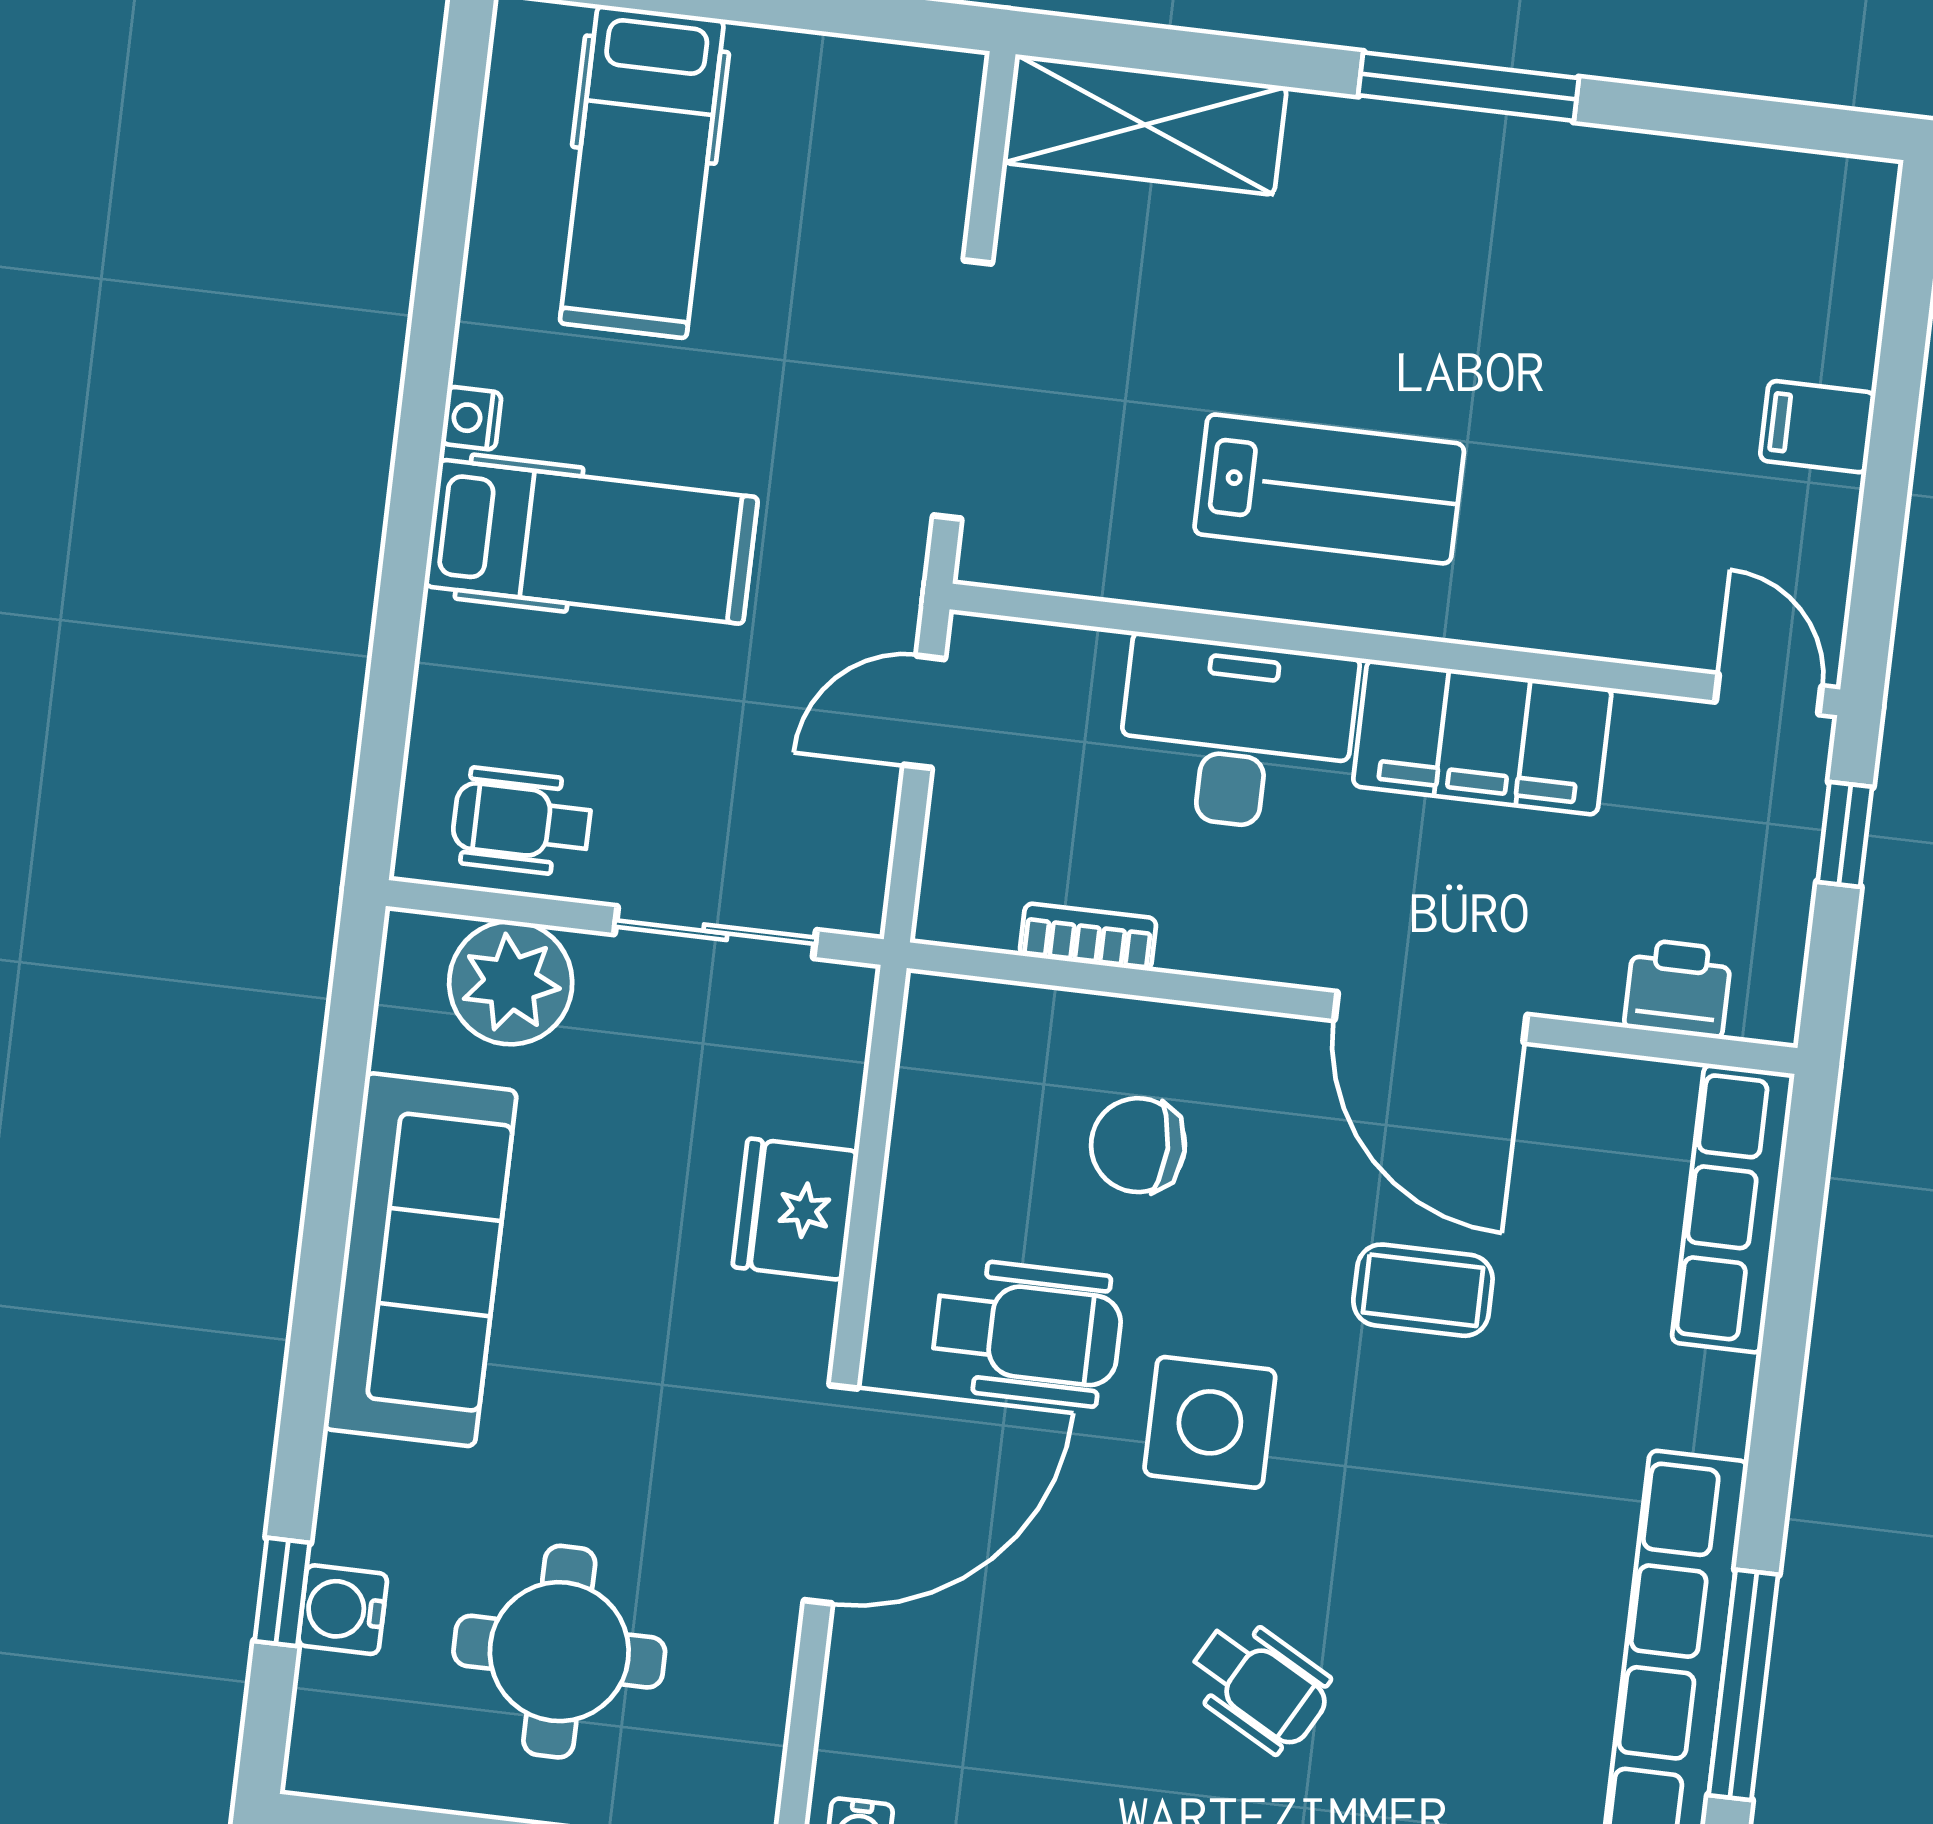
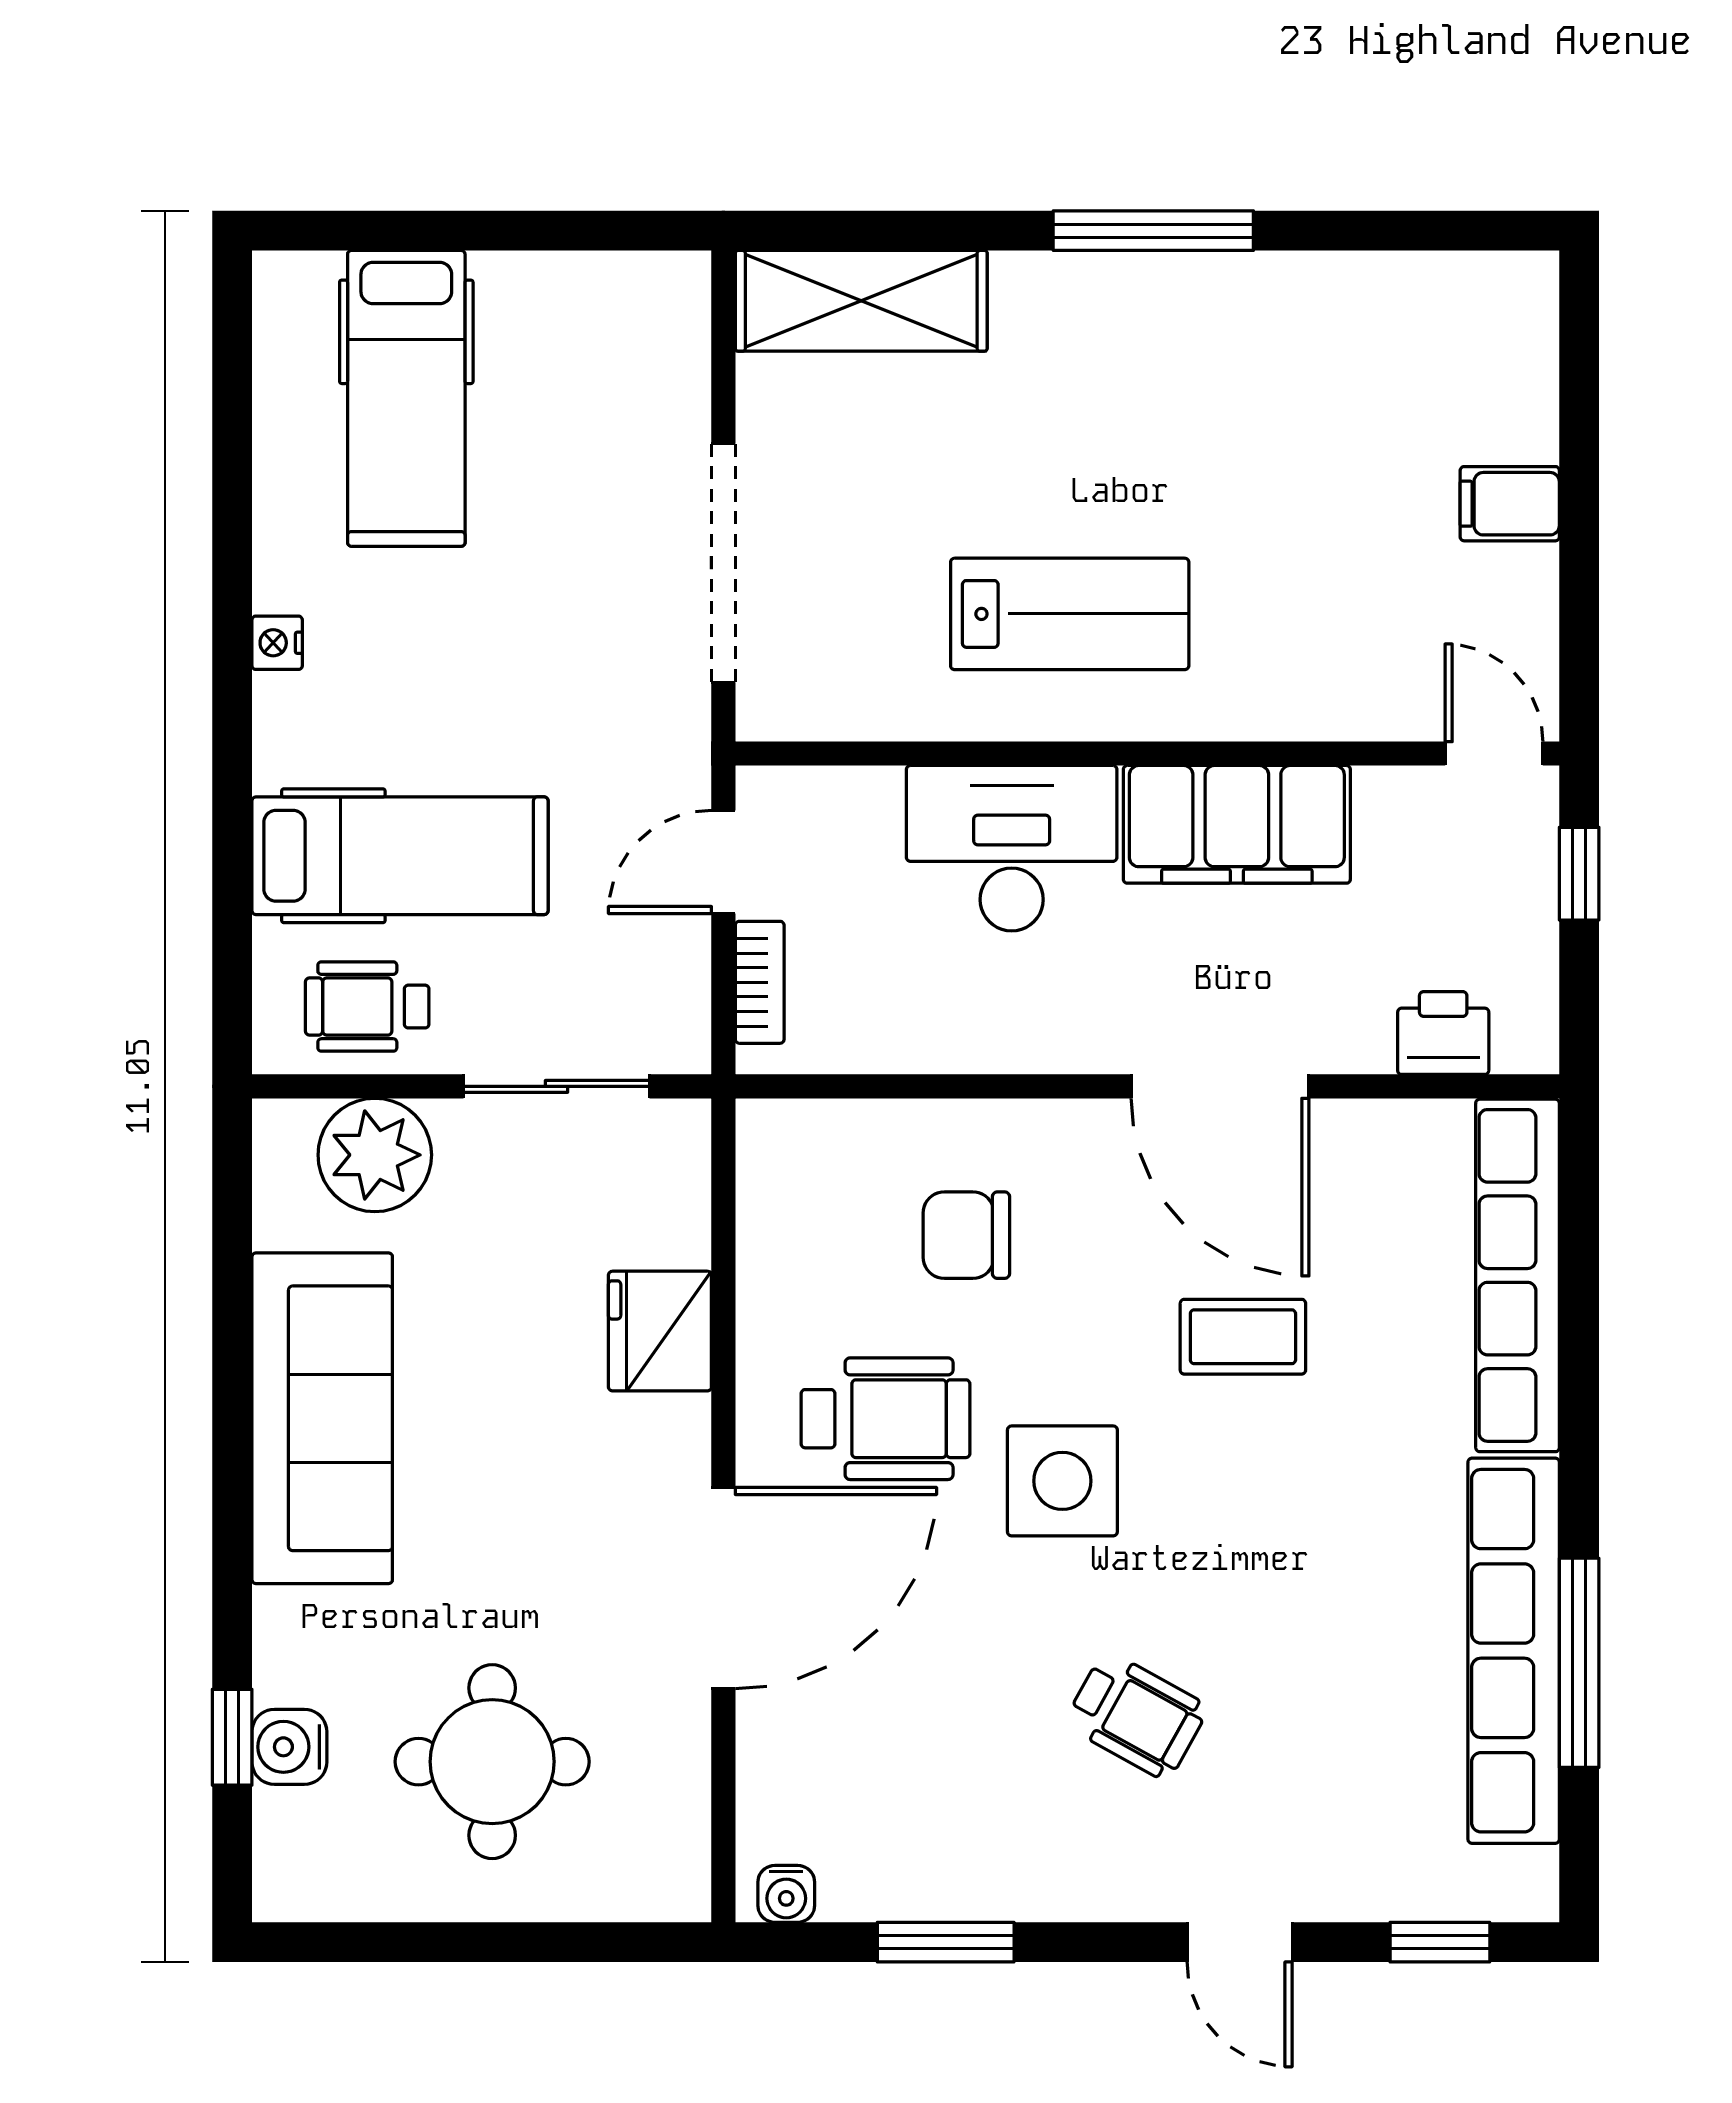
hospital bed: (591, 542) -> (400, 856), moved
bookcase: (1088, 937) -> (760, 982), moved, turned 90
row of seats: (1733, 1209) -> (1518, 1275), width x1.36

